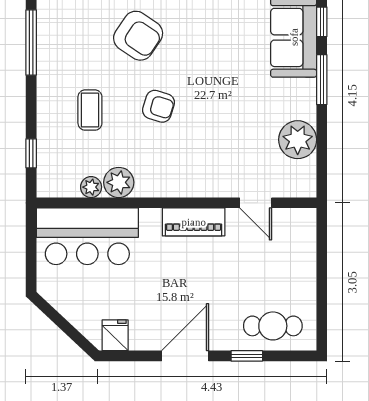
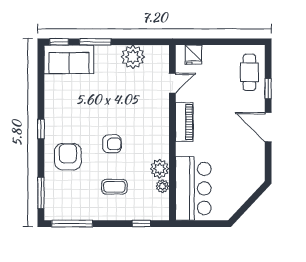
armchair: (138, 36) -> (68, 157), turned -34
armchair: (158, 106) -> (112, 144), turned 73
fridge: (115, 335) -> (193, 55), moved, turned -90

